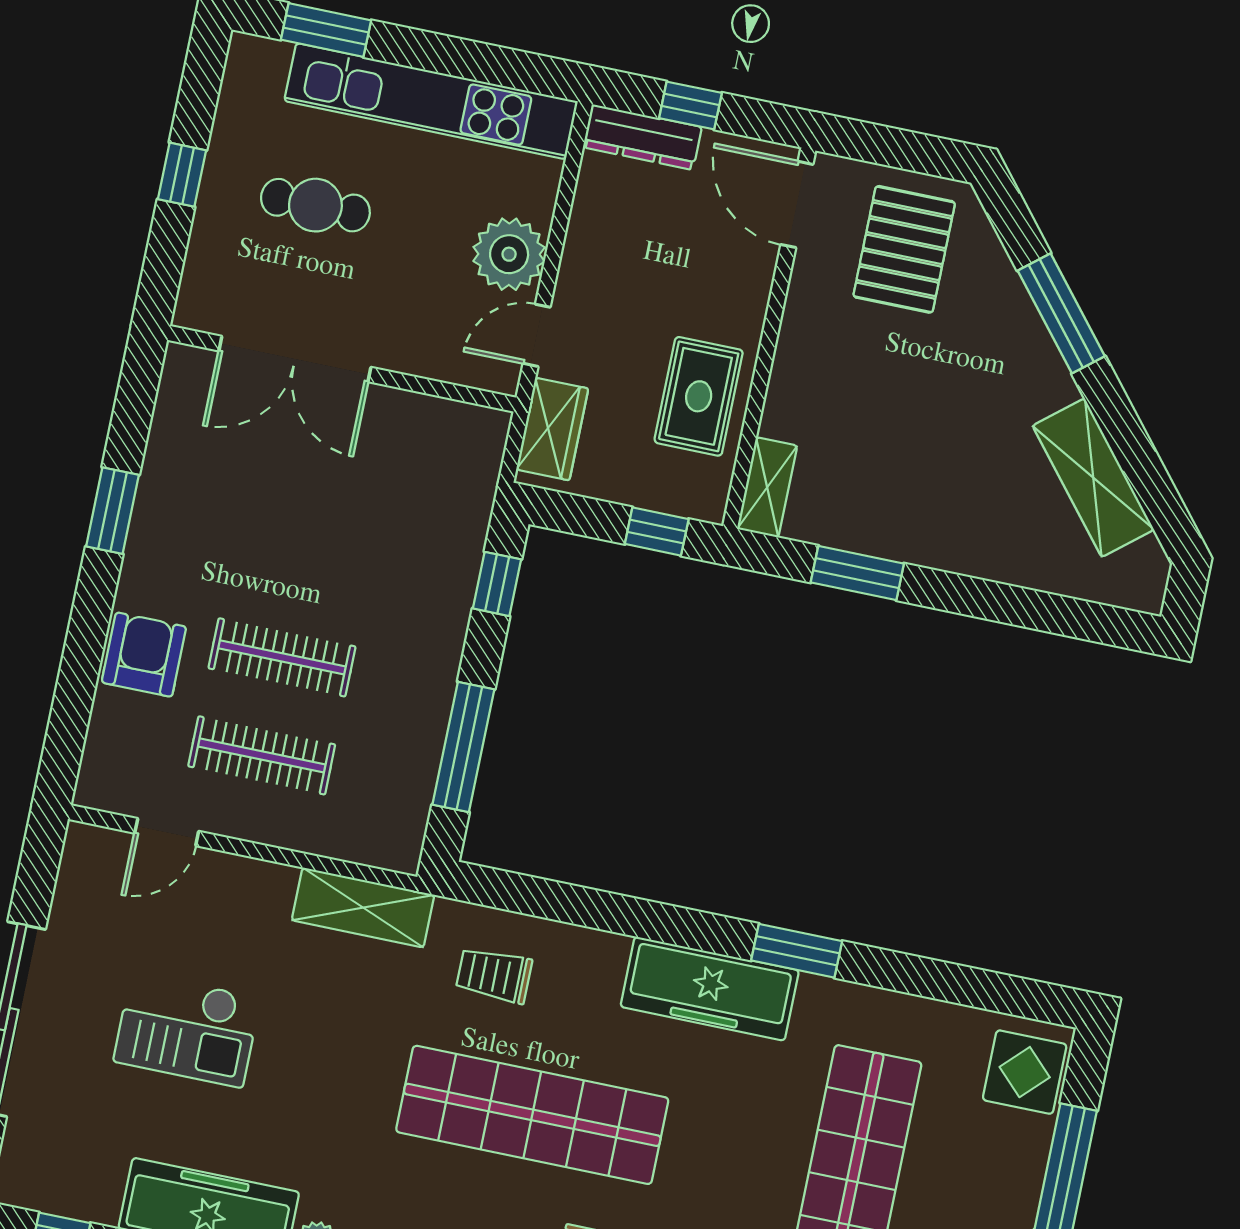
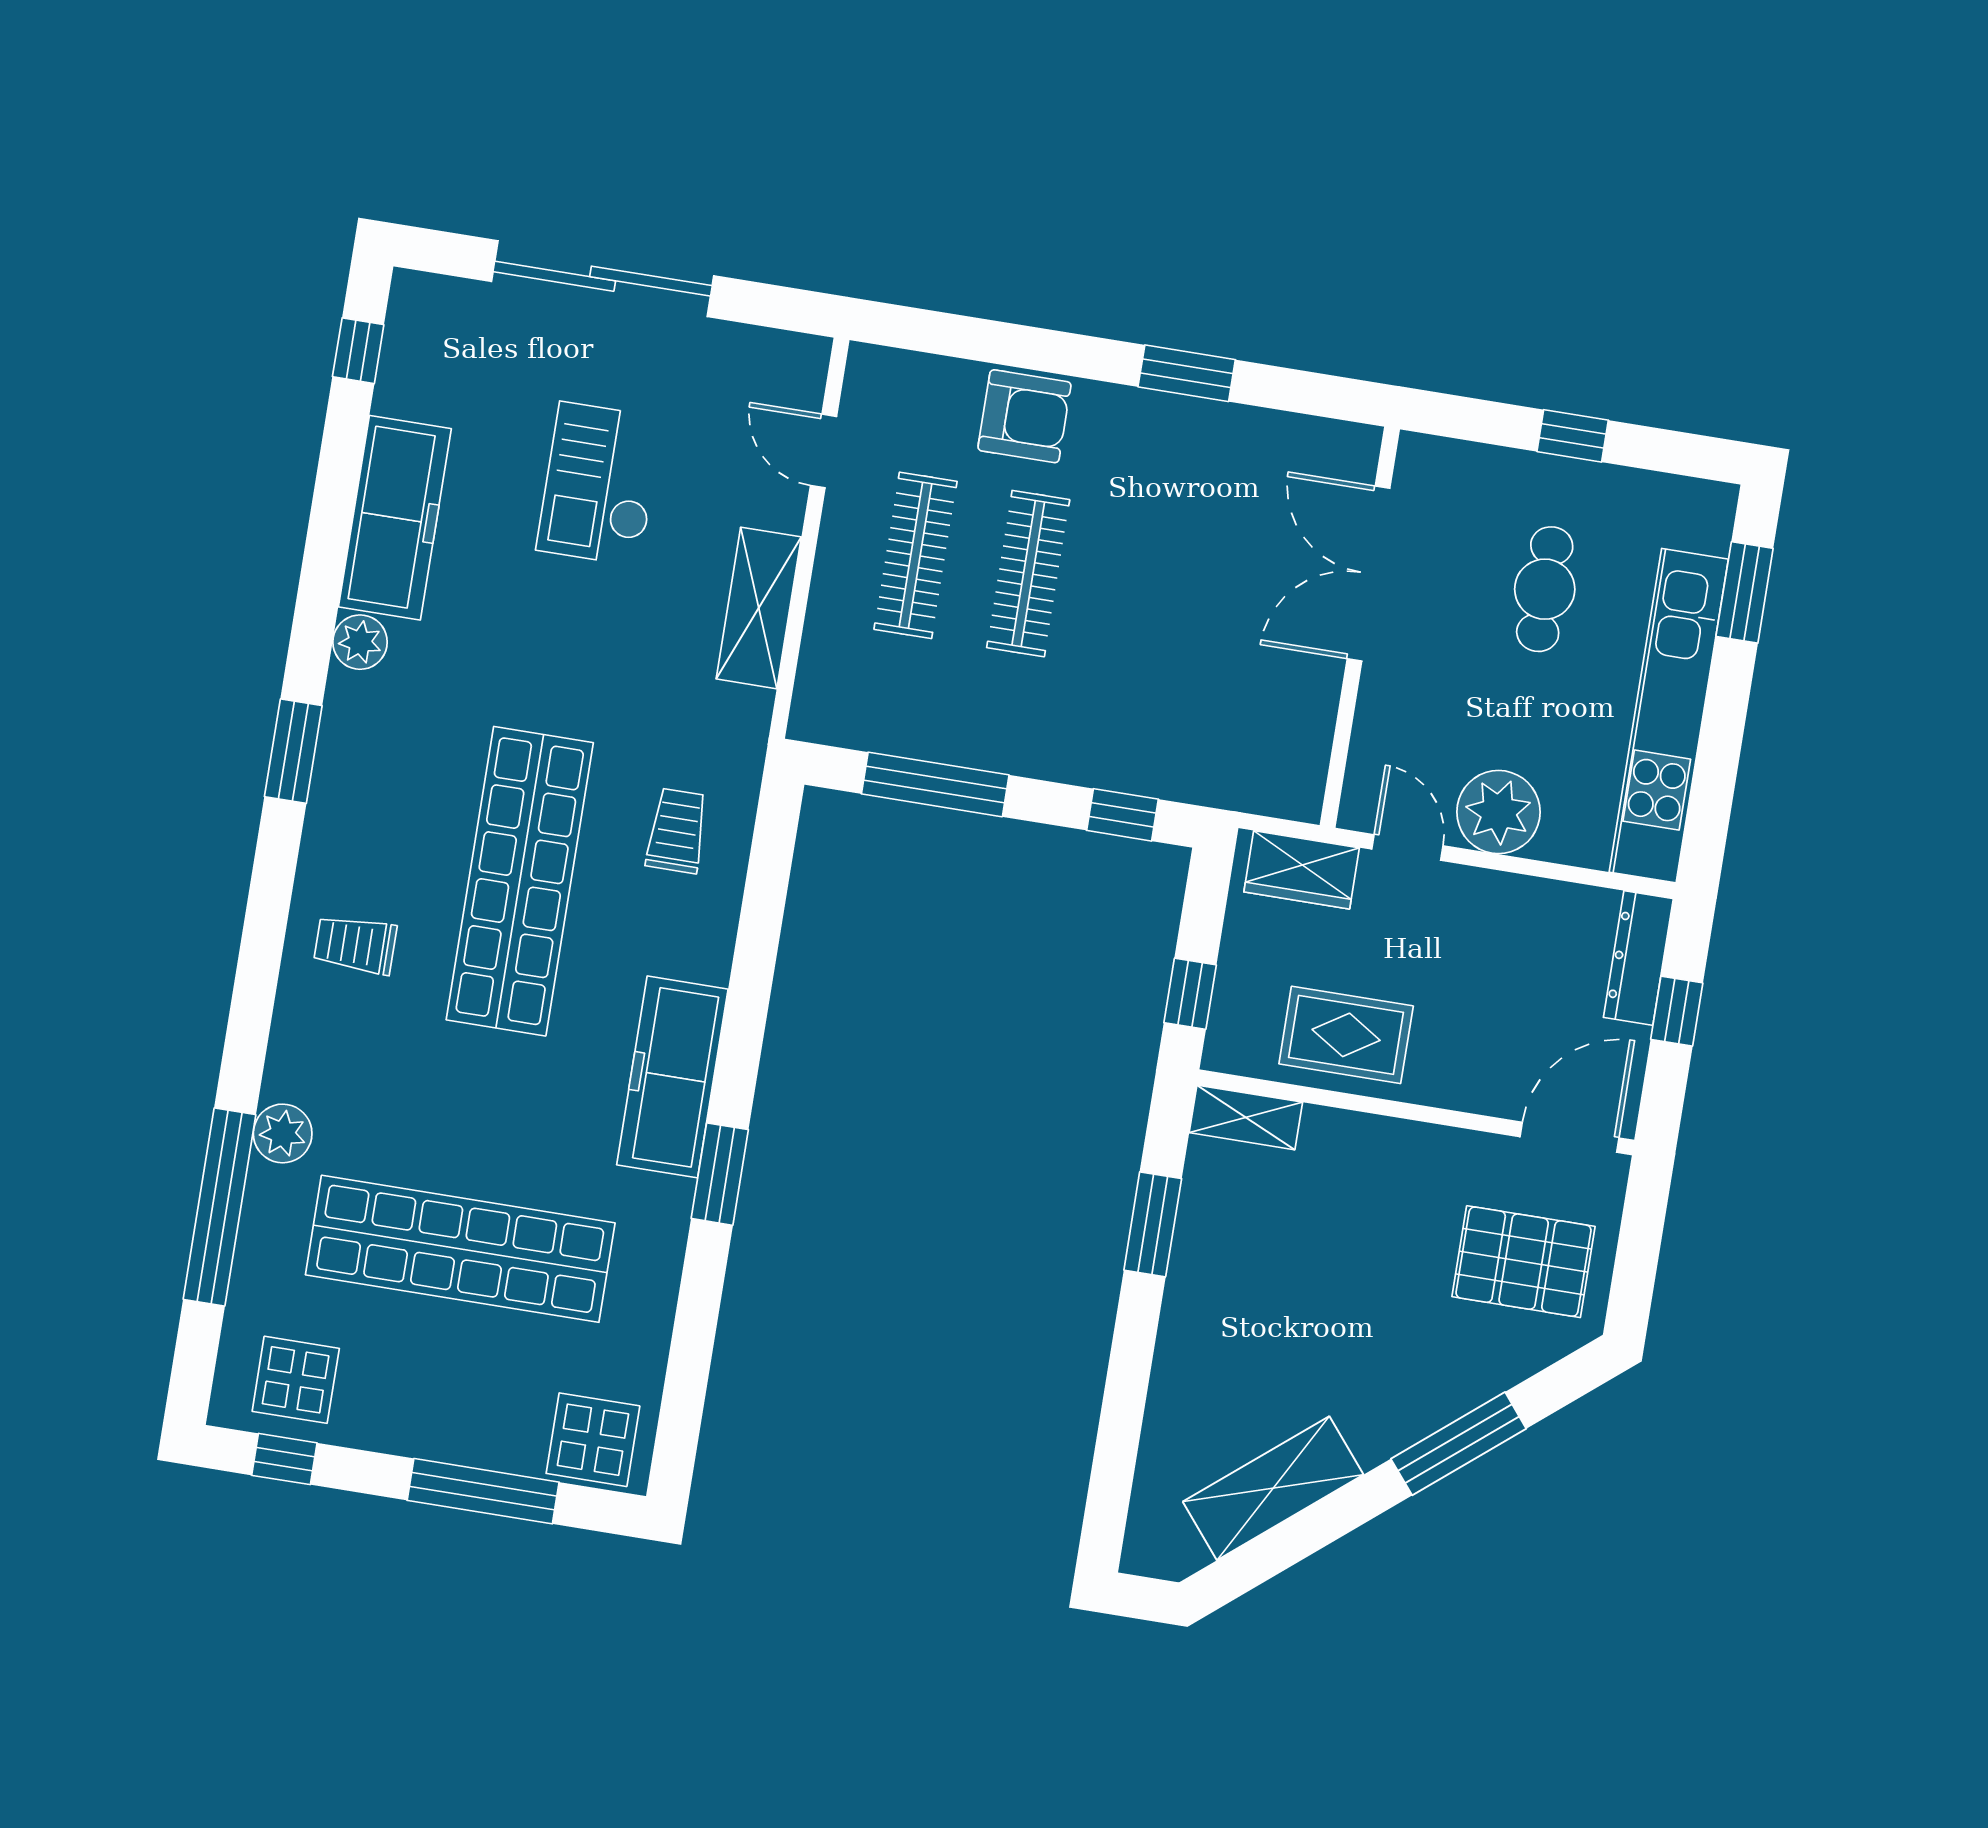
shelving: (363, 908) -> (759, 608), moved

